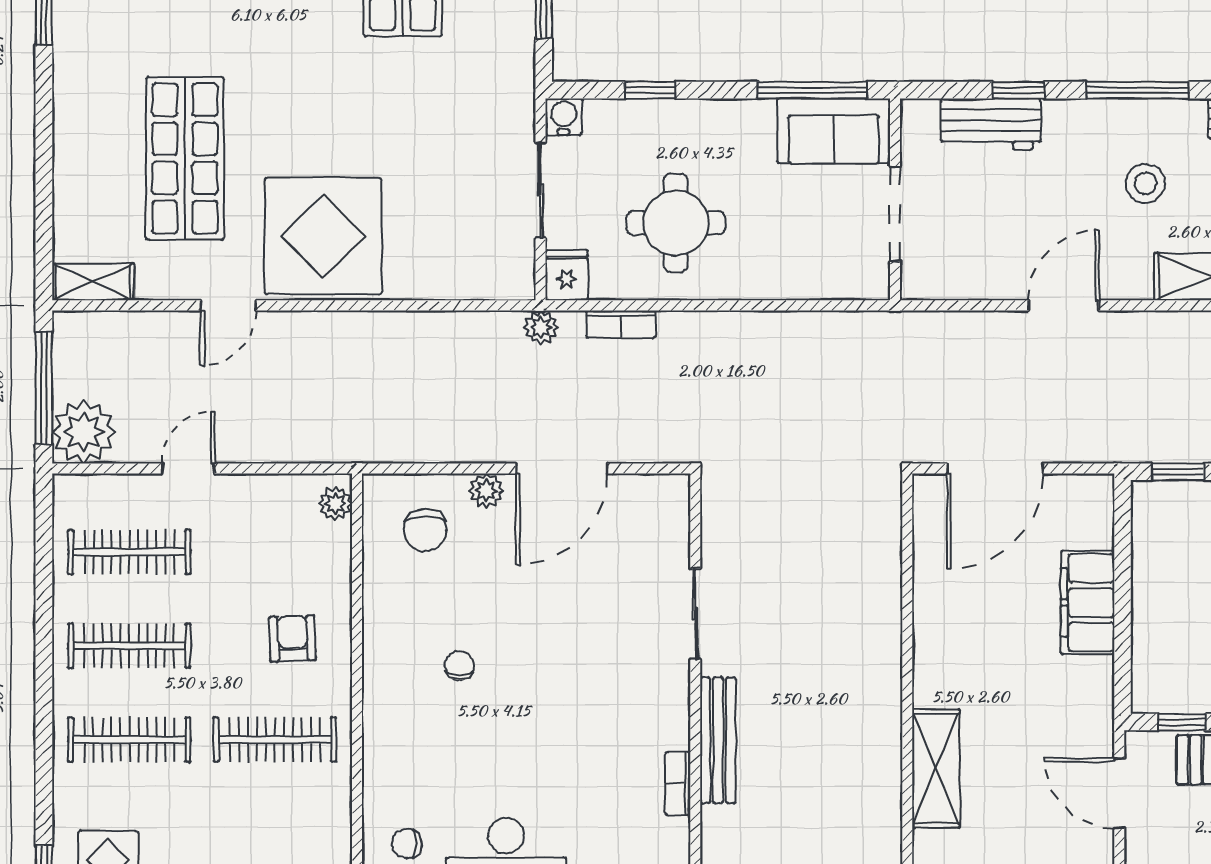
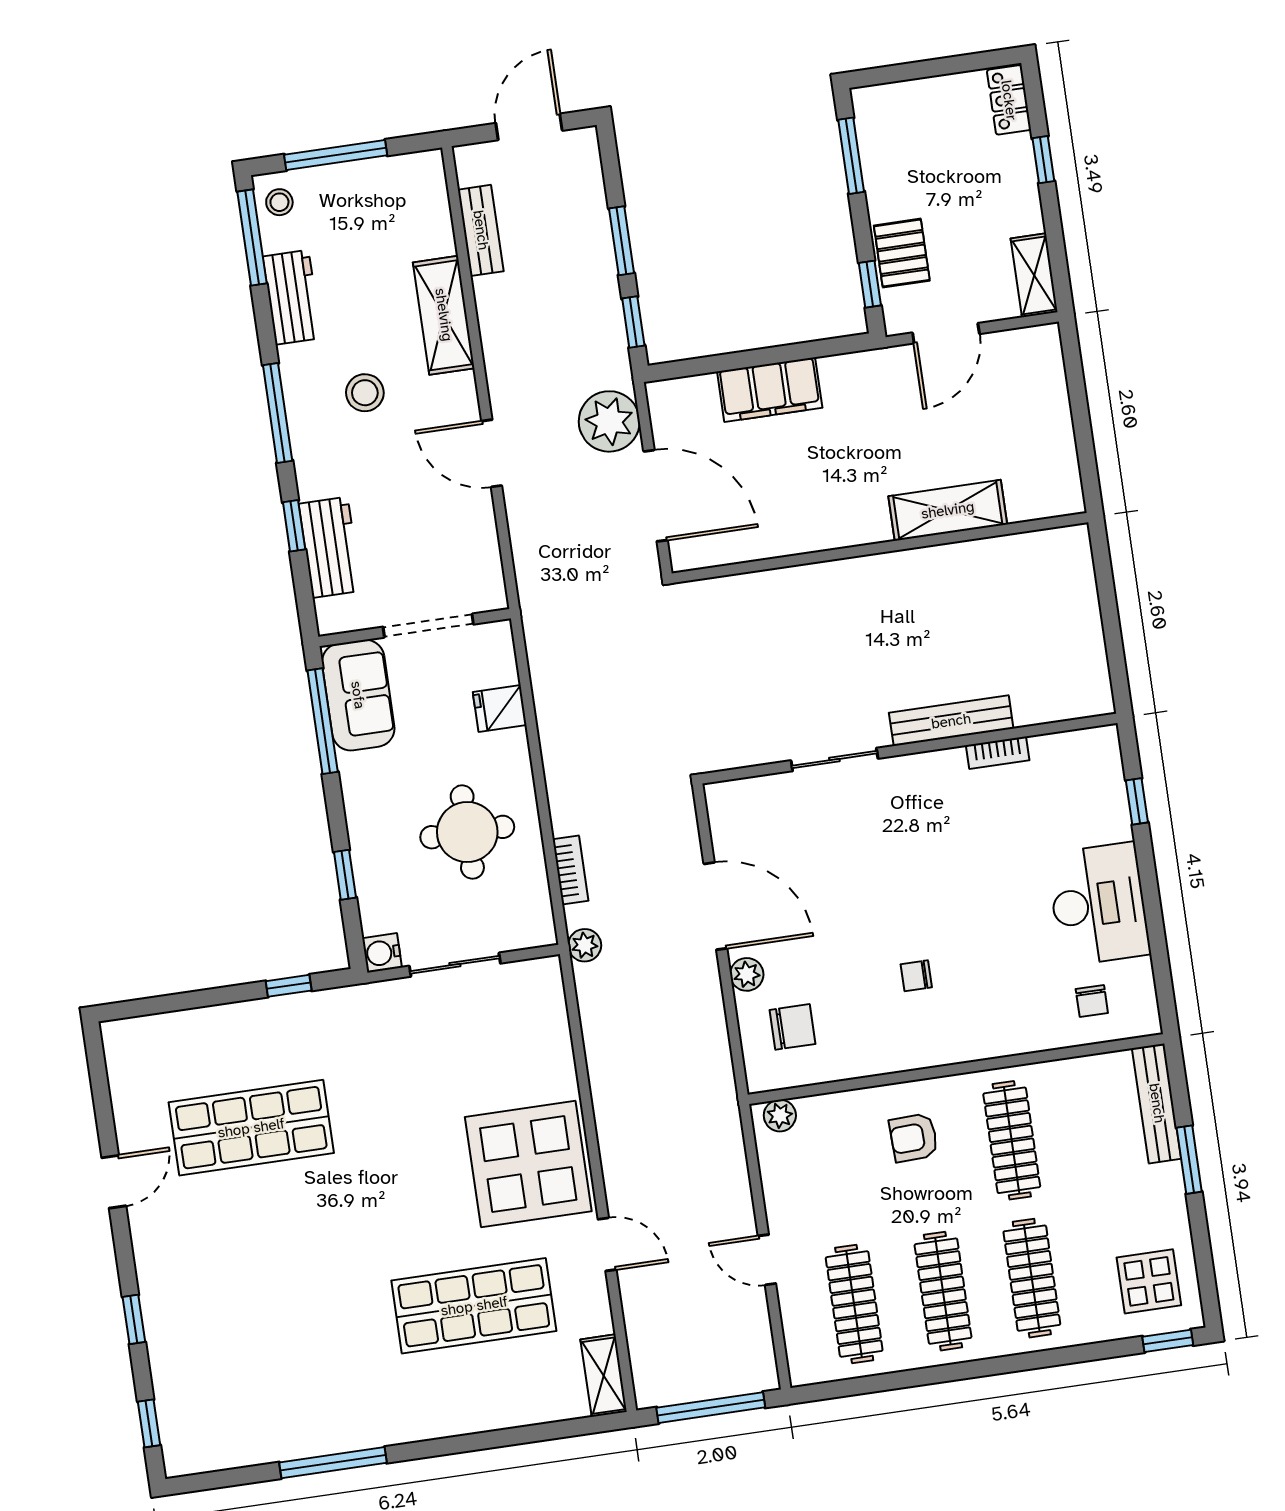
fridge: (567, 275) -> (500, 708), moved
plant: (84, 432) -> (609, 421), moved

